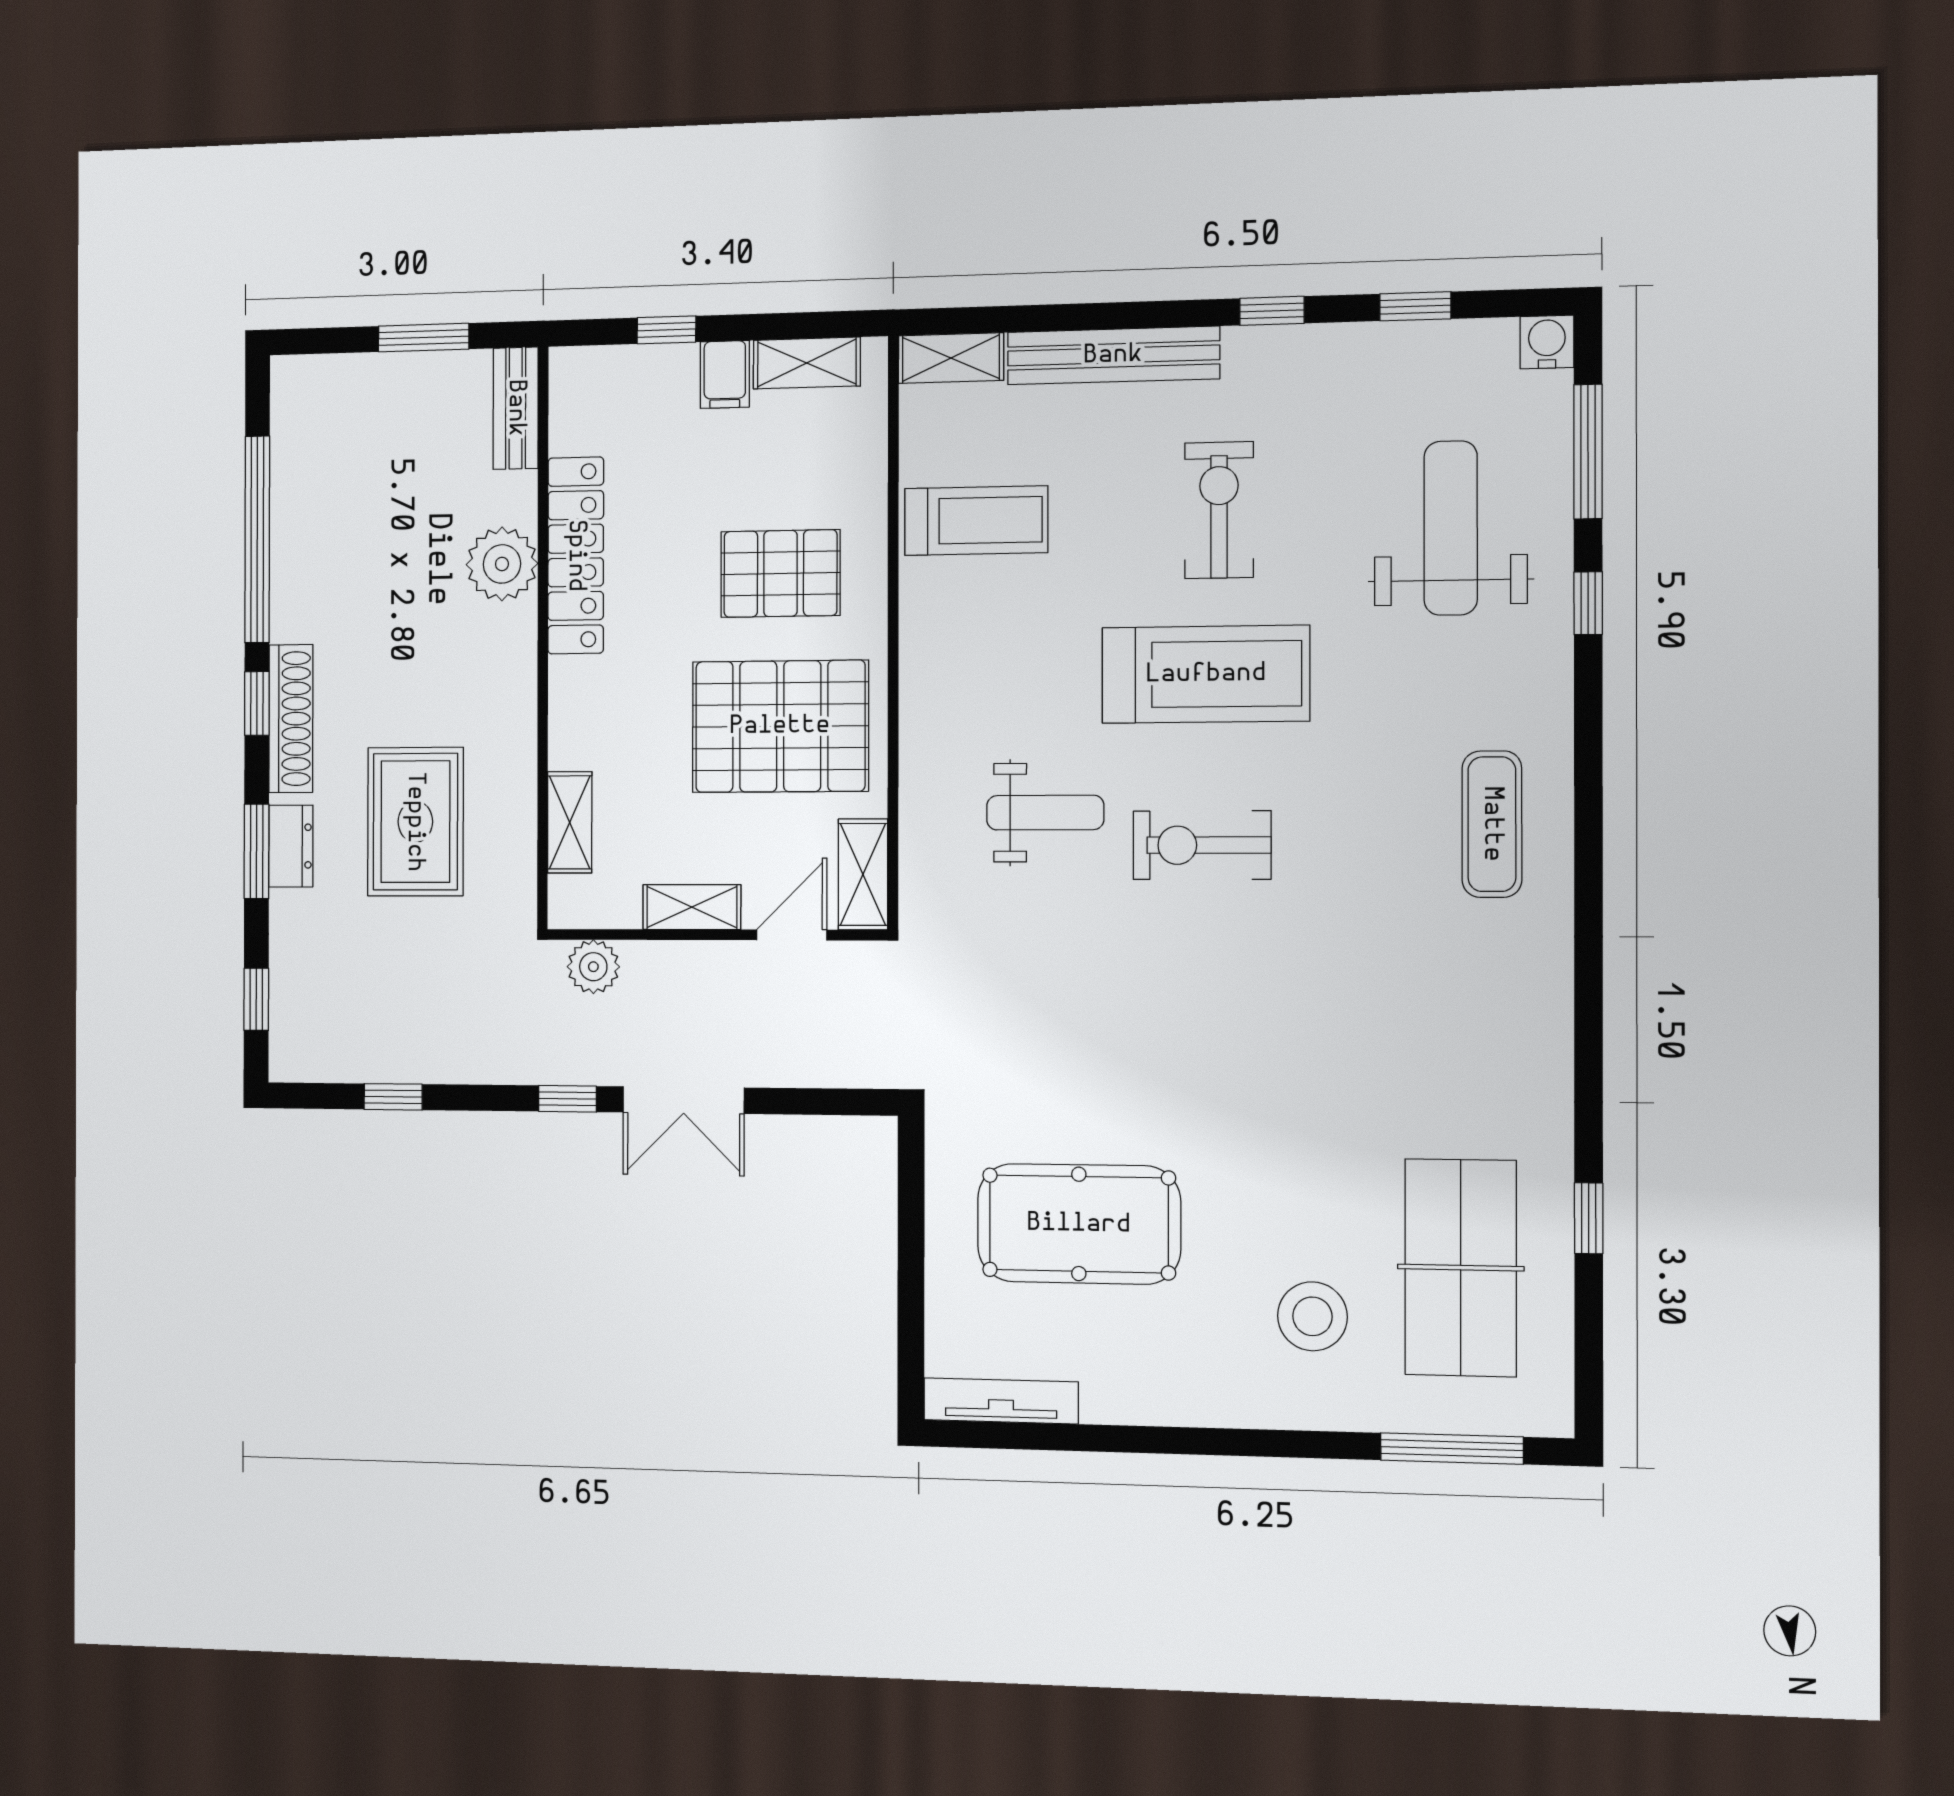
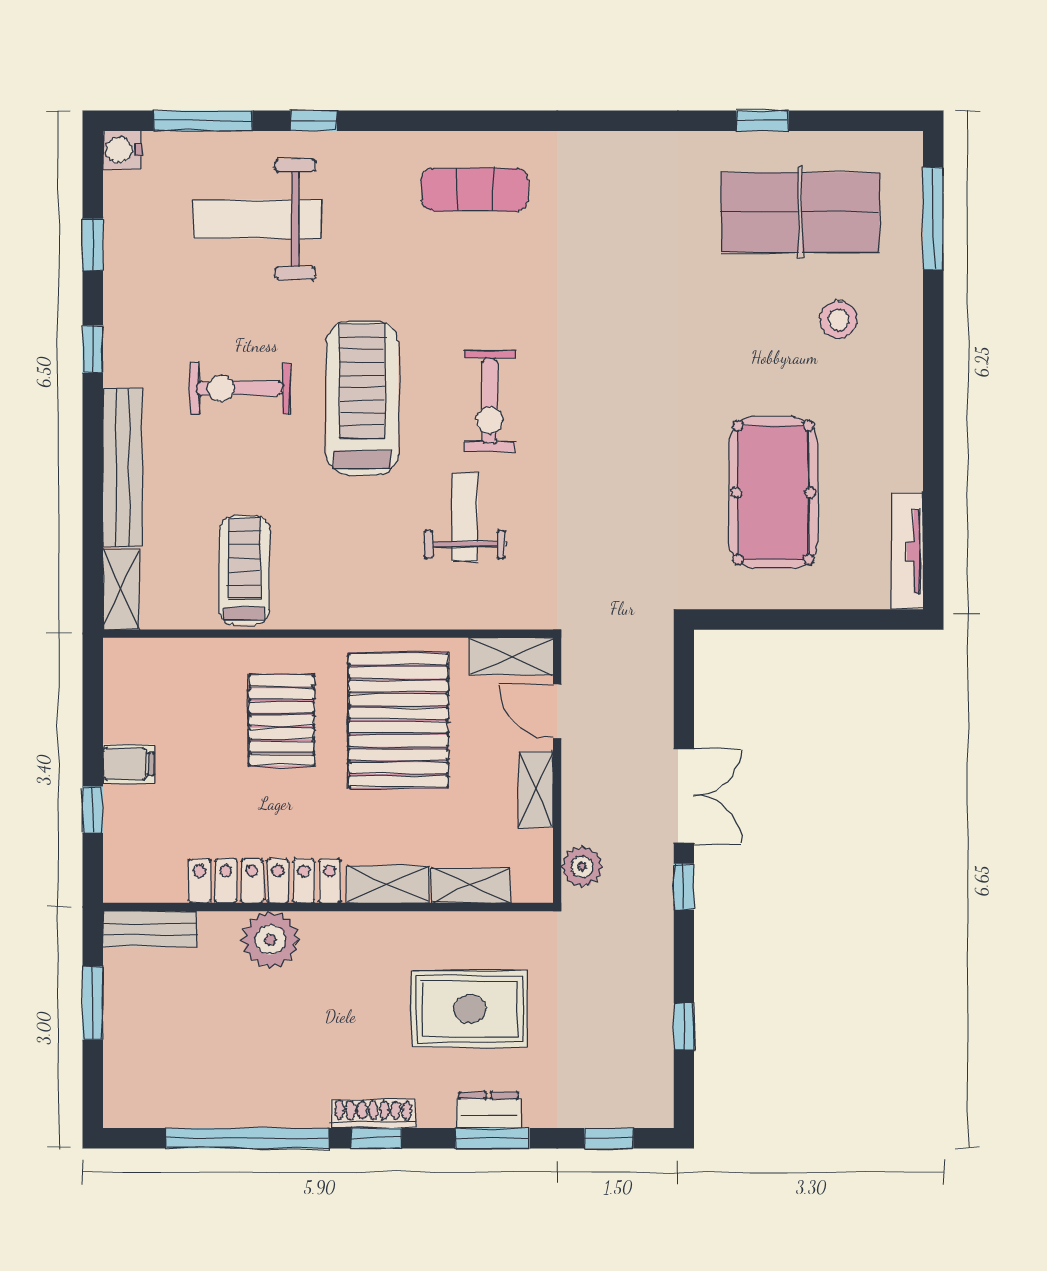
shelving: (807, 363) -> (387, 884), moved, turned 90
shoe rack: (291, 719) -> (373, 1114), width x0.74, depth x0.81
stool: (1312, 1316) -> (839, 320), width x0.73, depth x0.73

